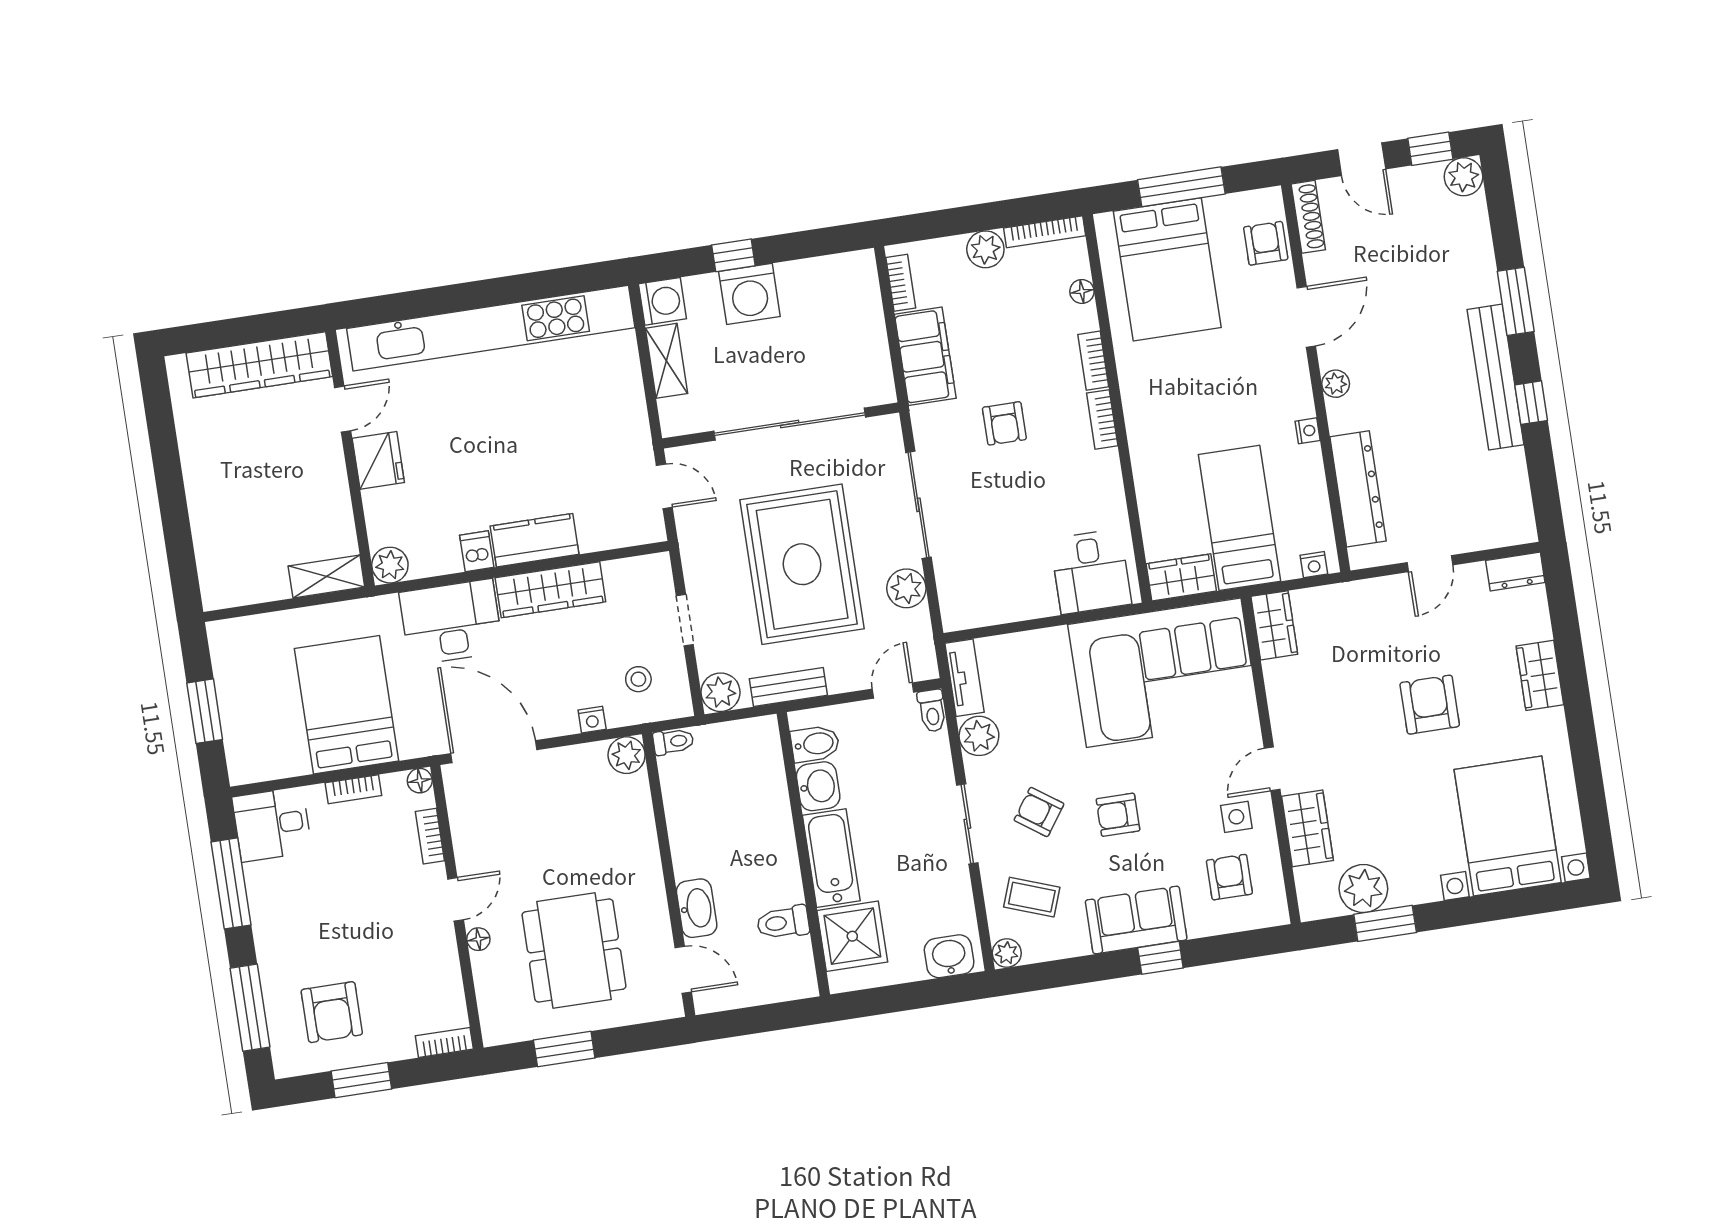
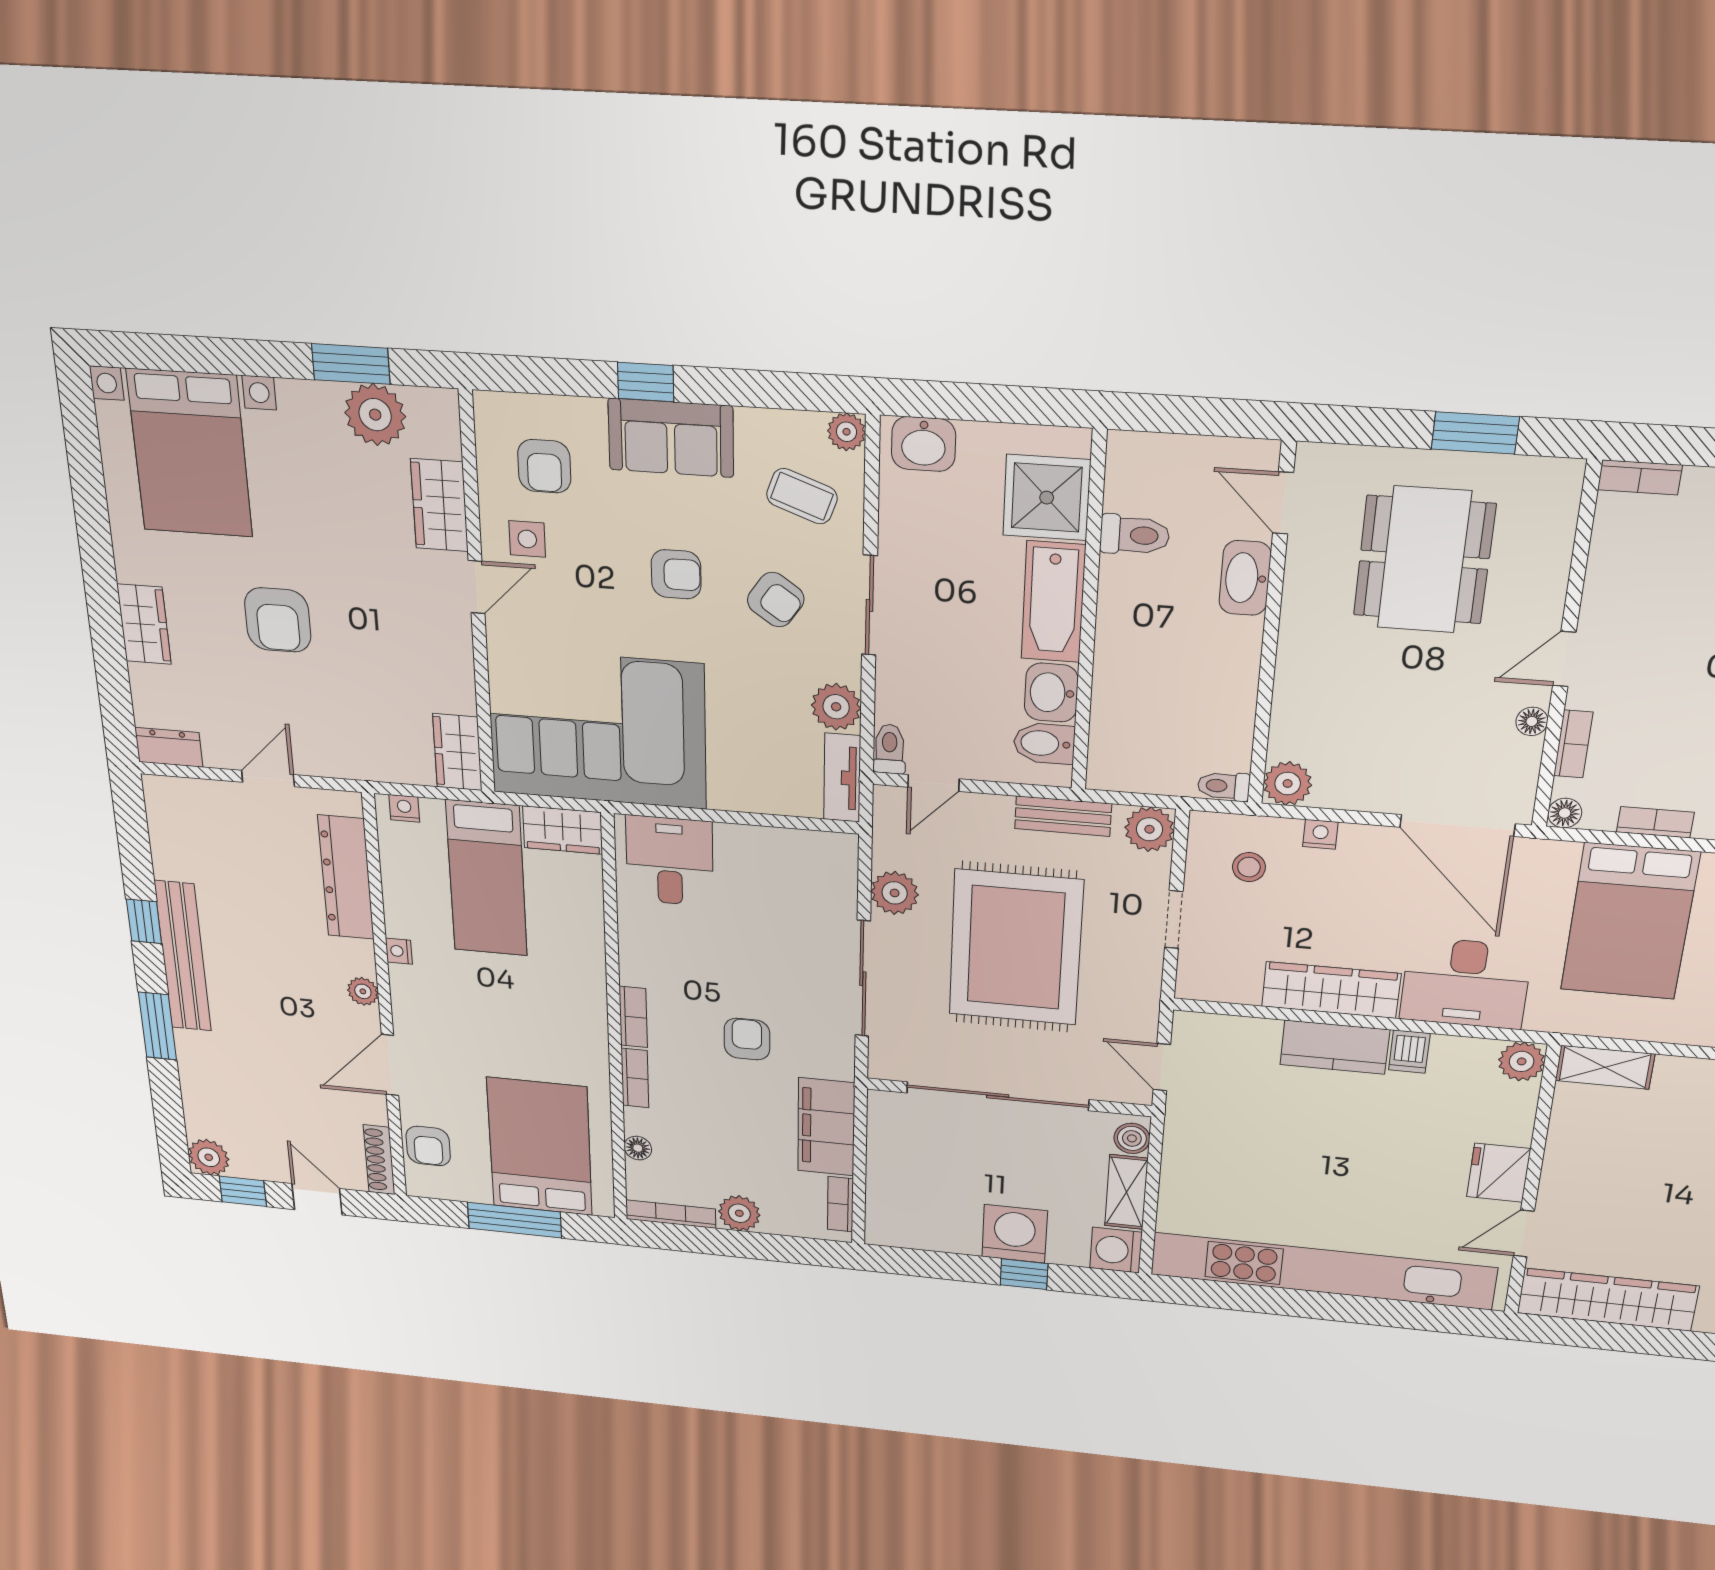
boiler: (673, 413) -> (1132, 1138), added
floor lamp: (478, 939) -> (1532, 721), moved

